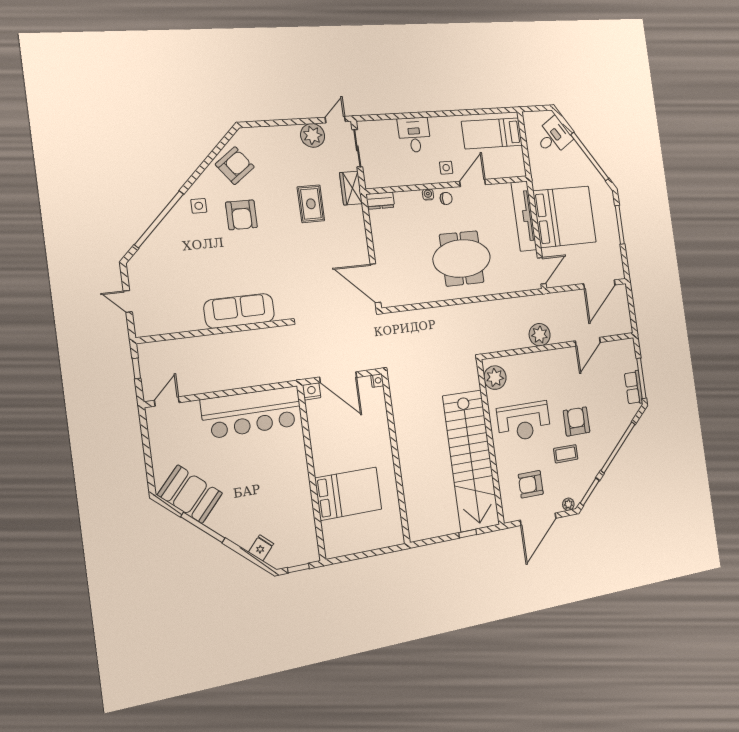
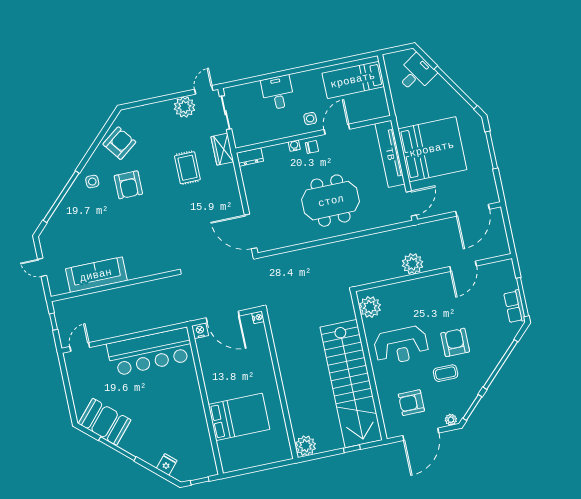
sofa: (239, 311) -> (96, 275), moved
plant: (419, 529) -> (306, 446), added

